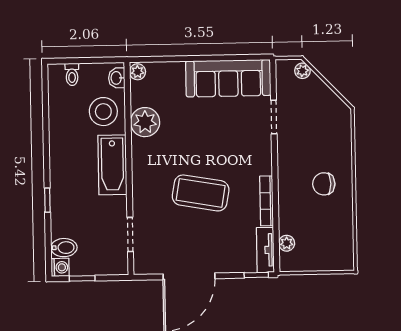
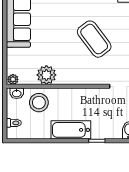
bathtub: (112, 165) -> (71, 130), moved, turned 180
coffee table: (201, 193) -> (94, 39), turned -47

